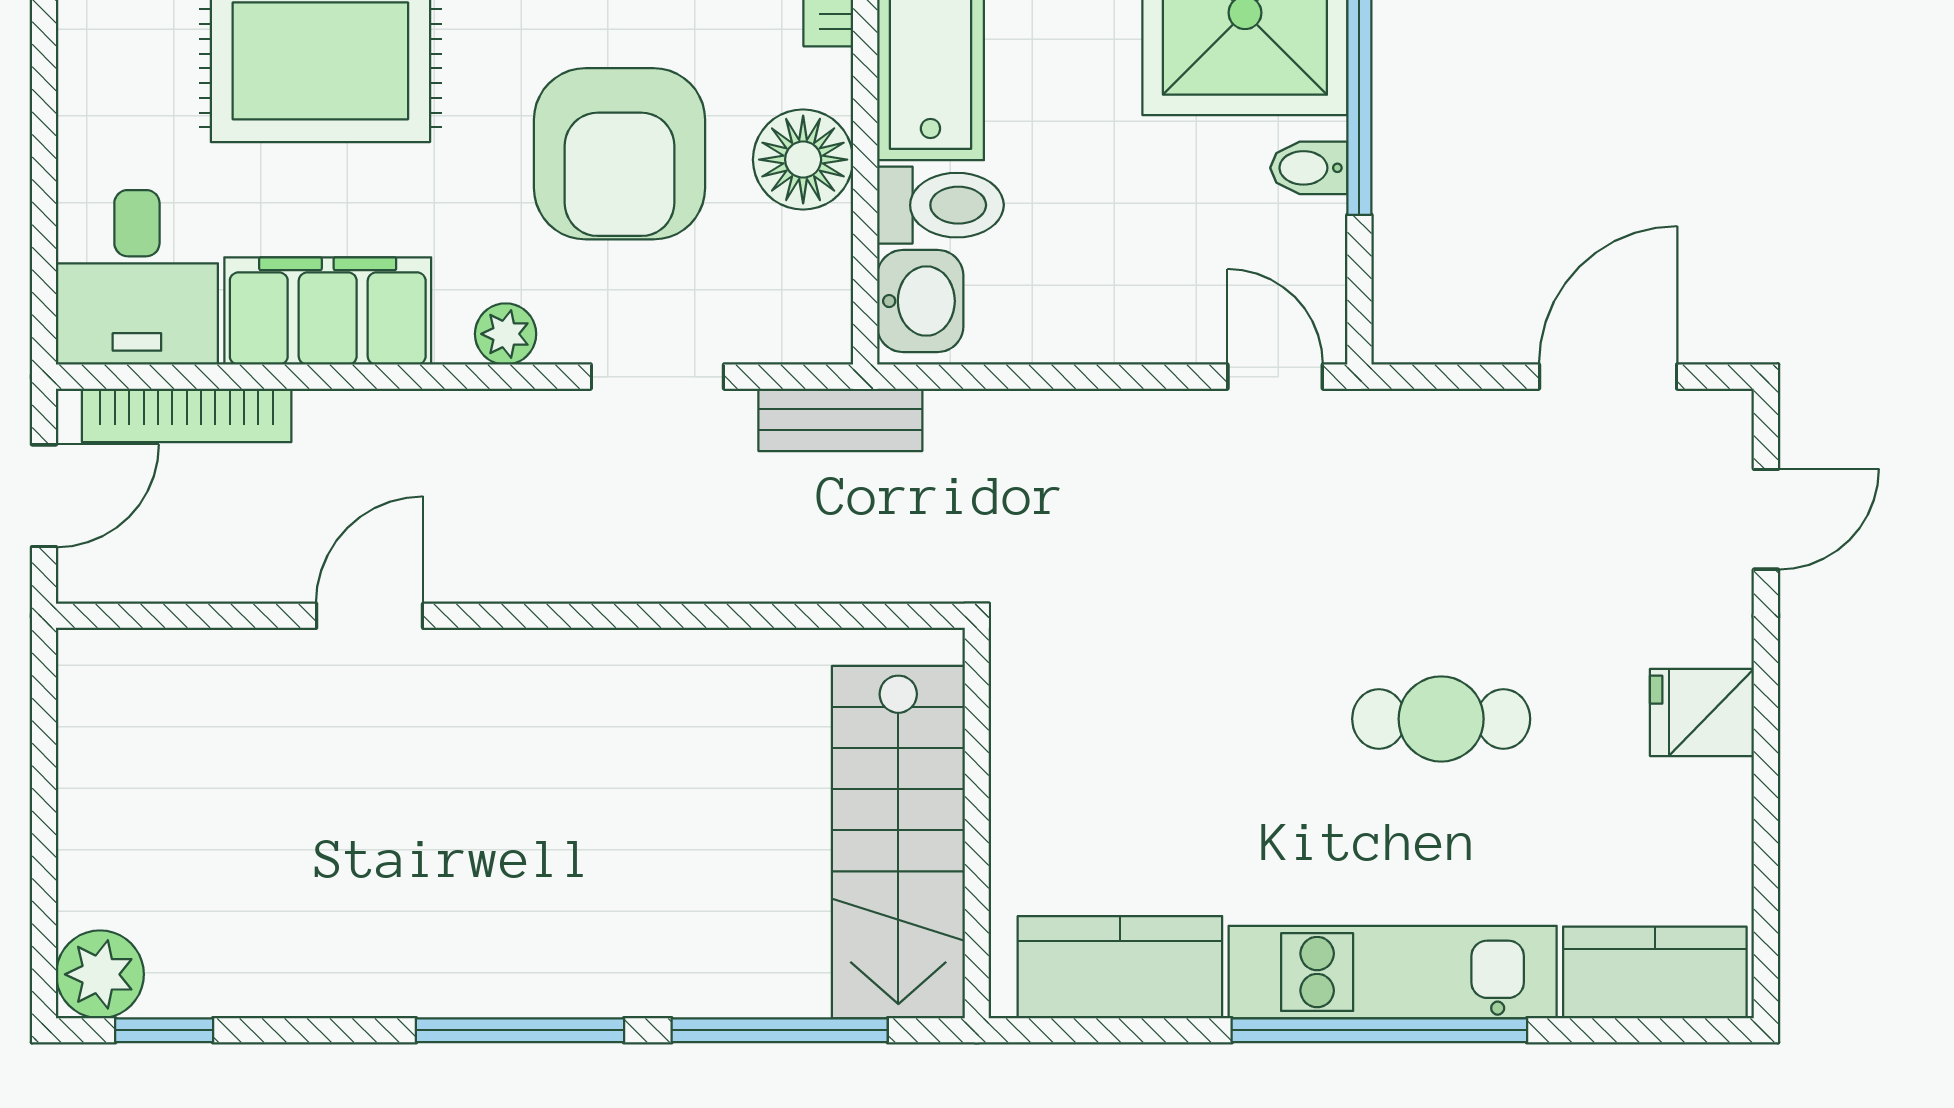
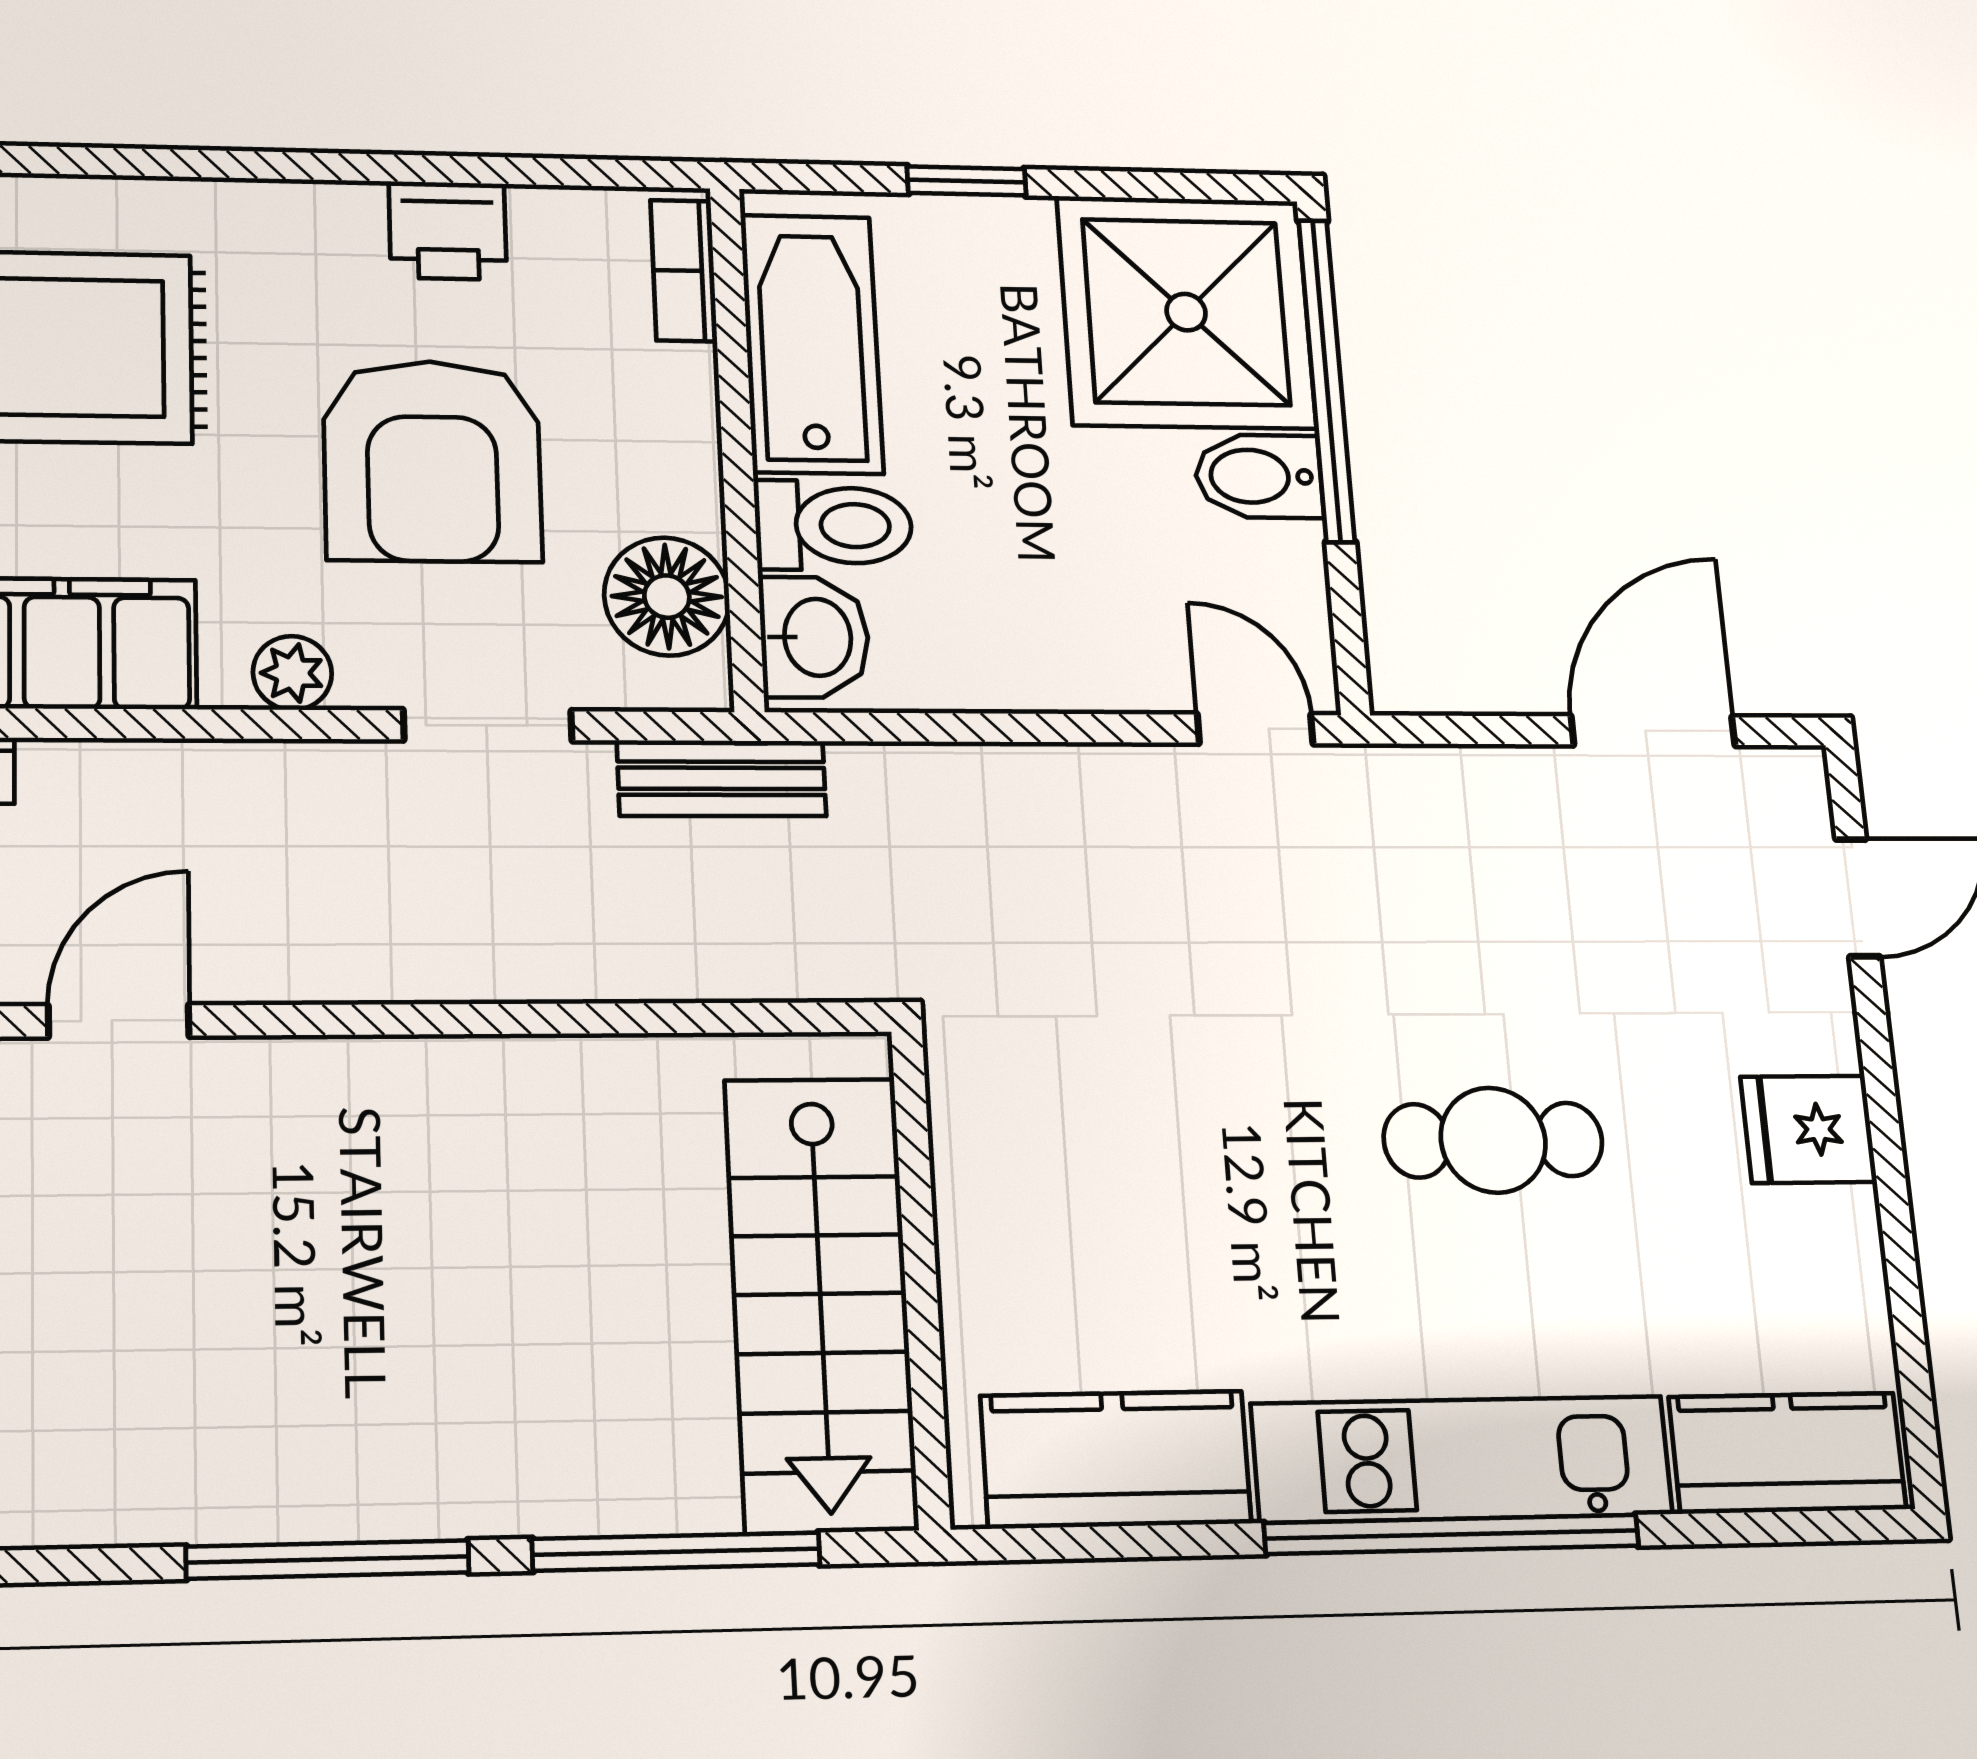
floor lamp: (803, 160) -> (667, 596), moved
bidet: (1309, 168) -> (1258, 476), width x1.38, depth x1.36

